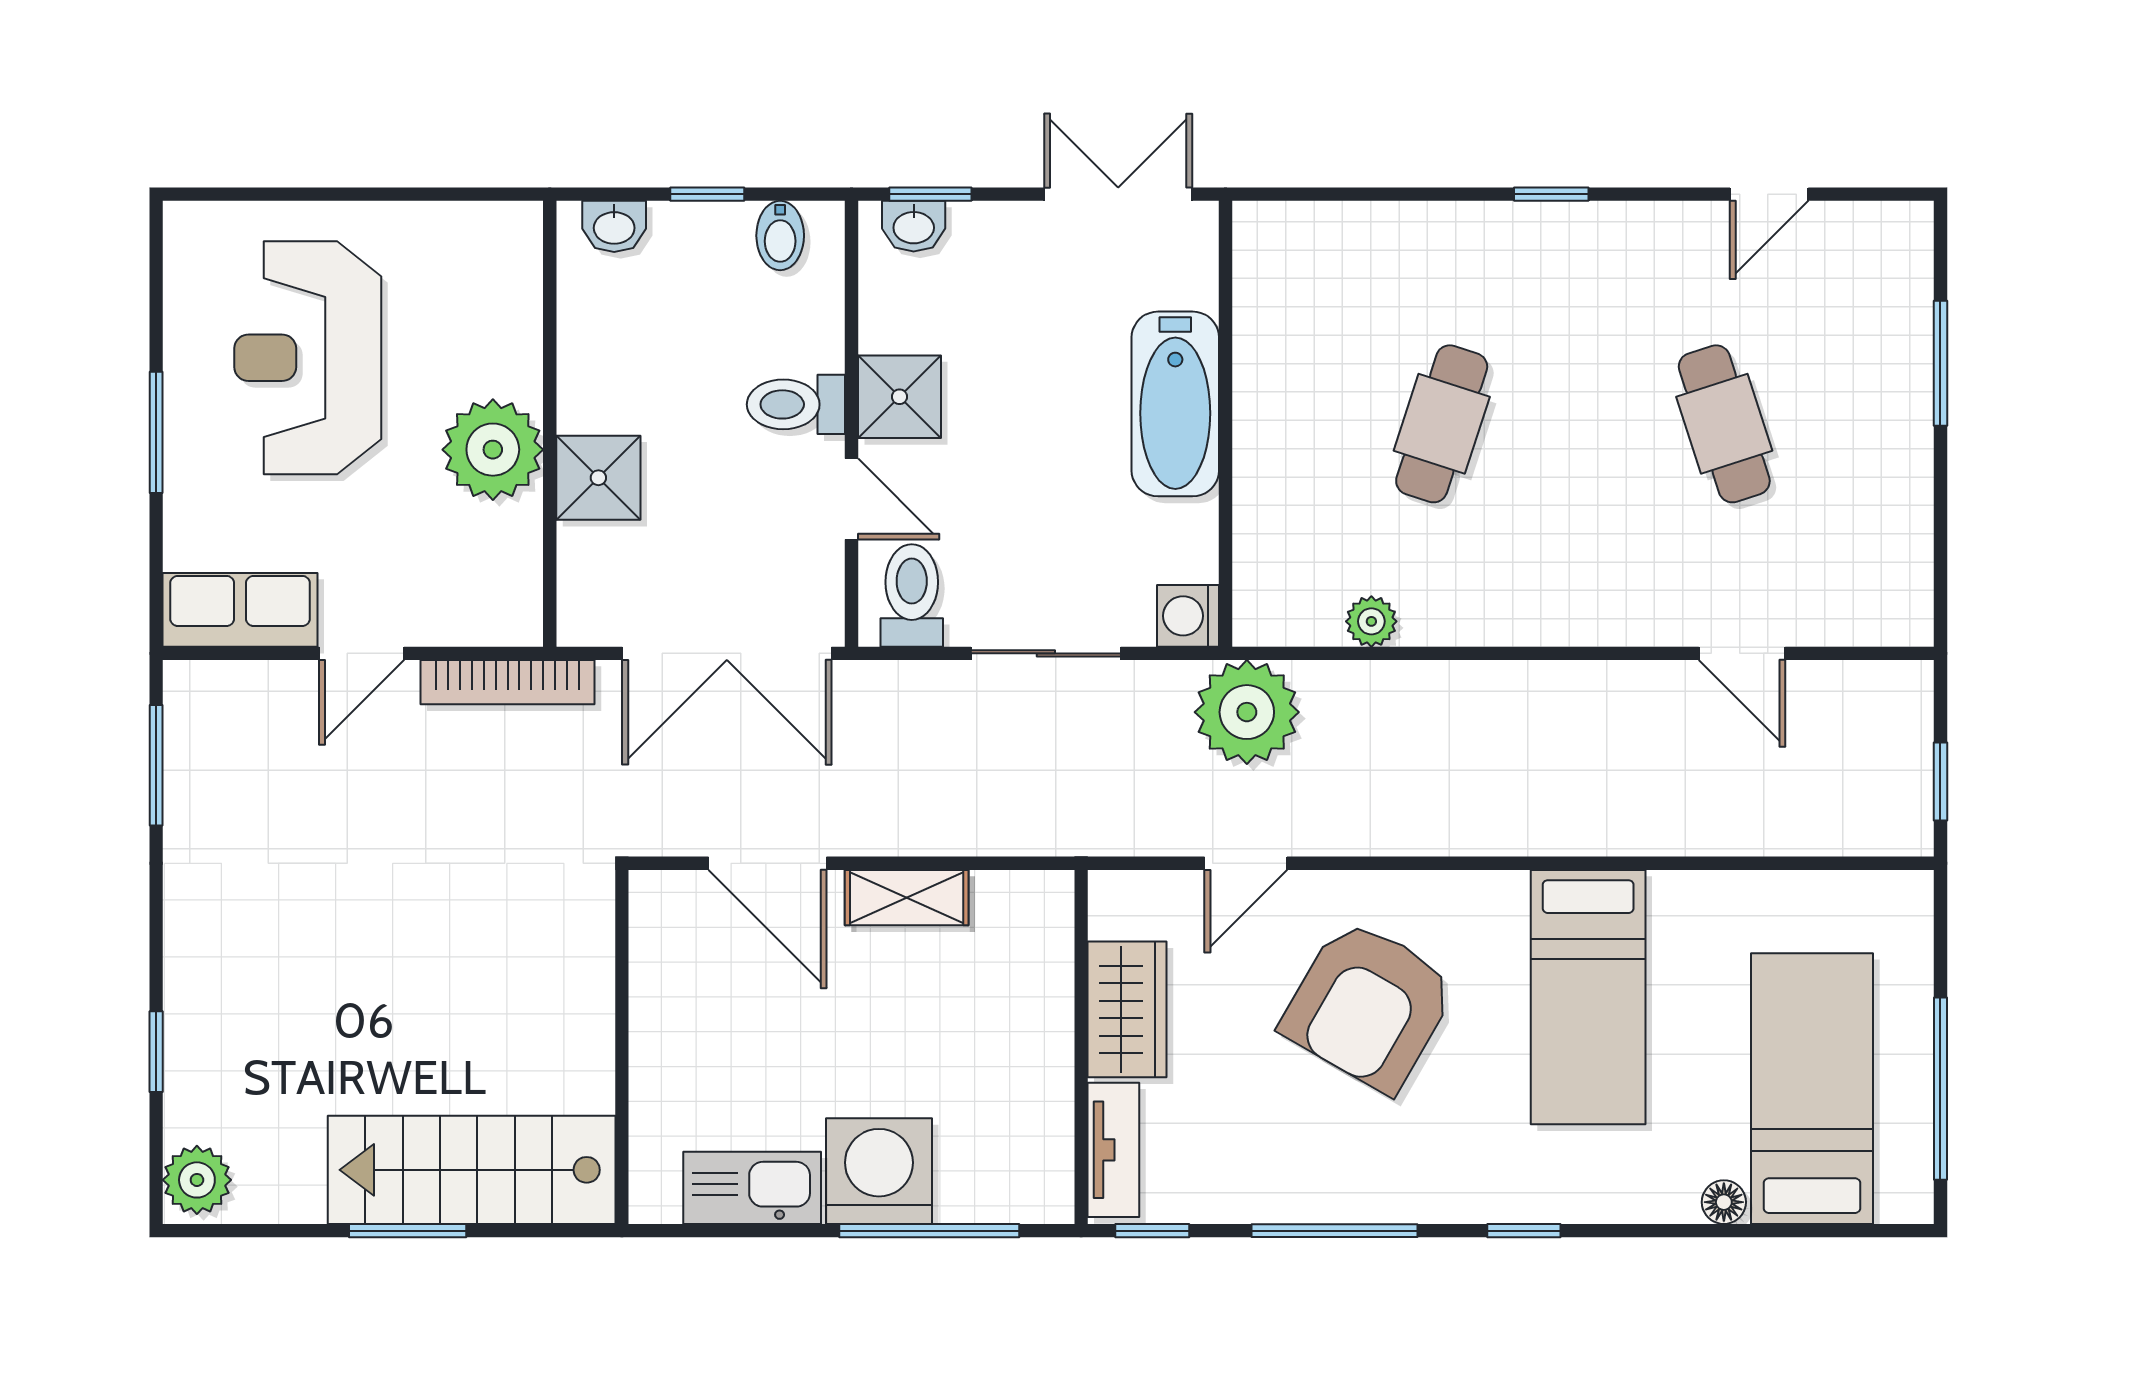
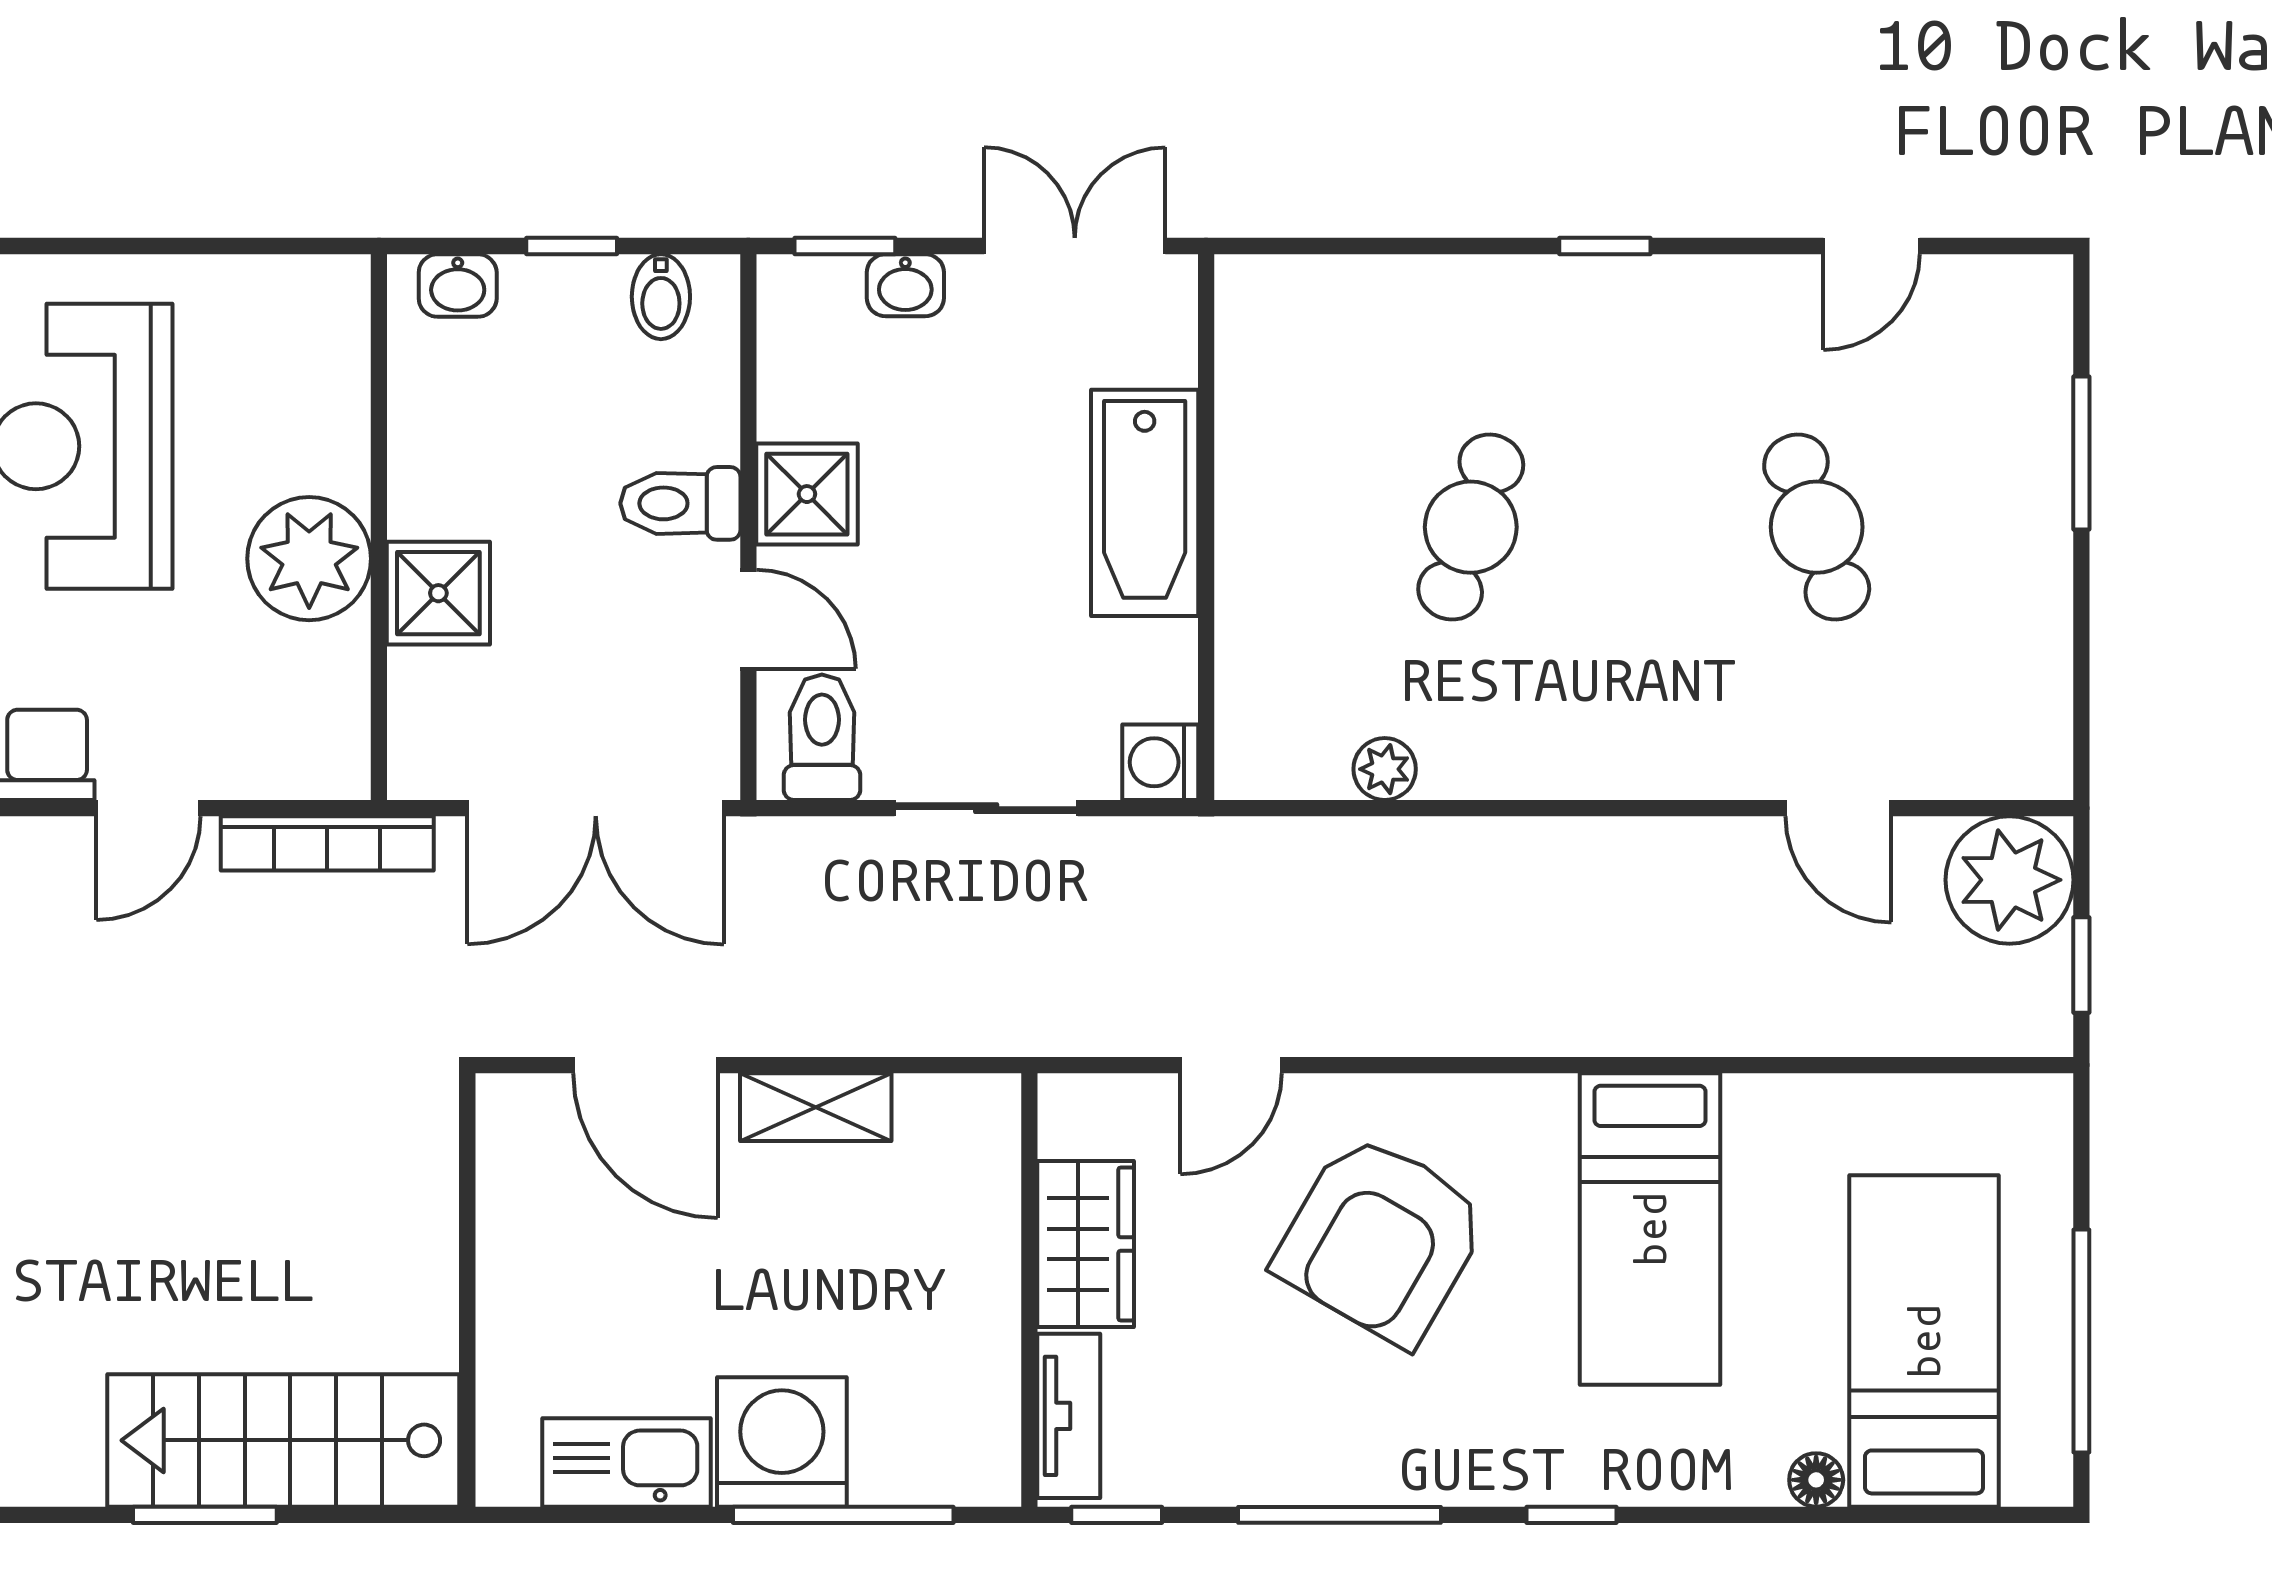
washbasin: (914, 226) -> (905, 285), moved
plant: (1247, 712) -> (2009, 880), moved

